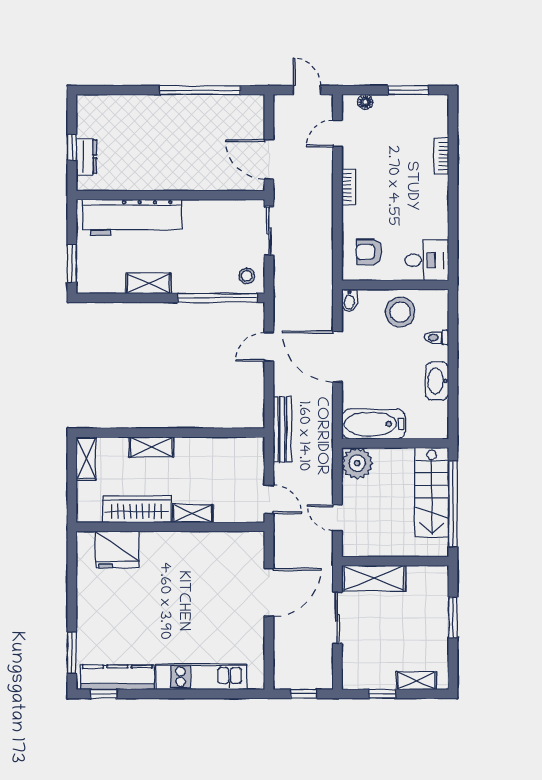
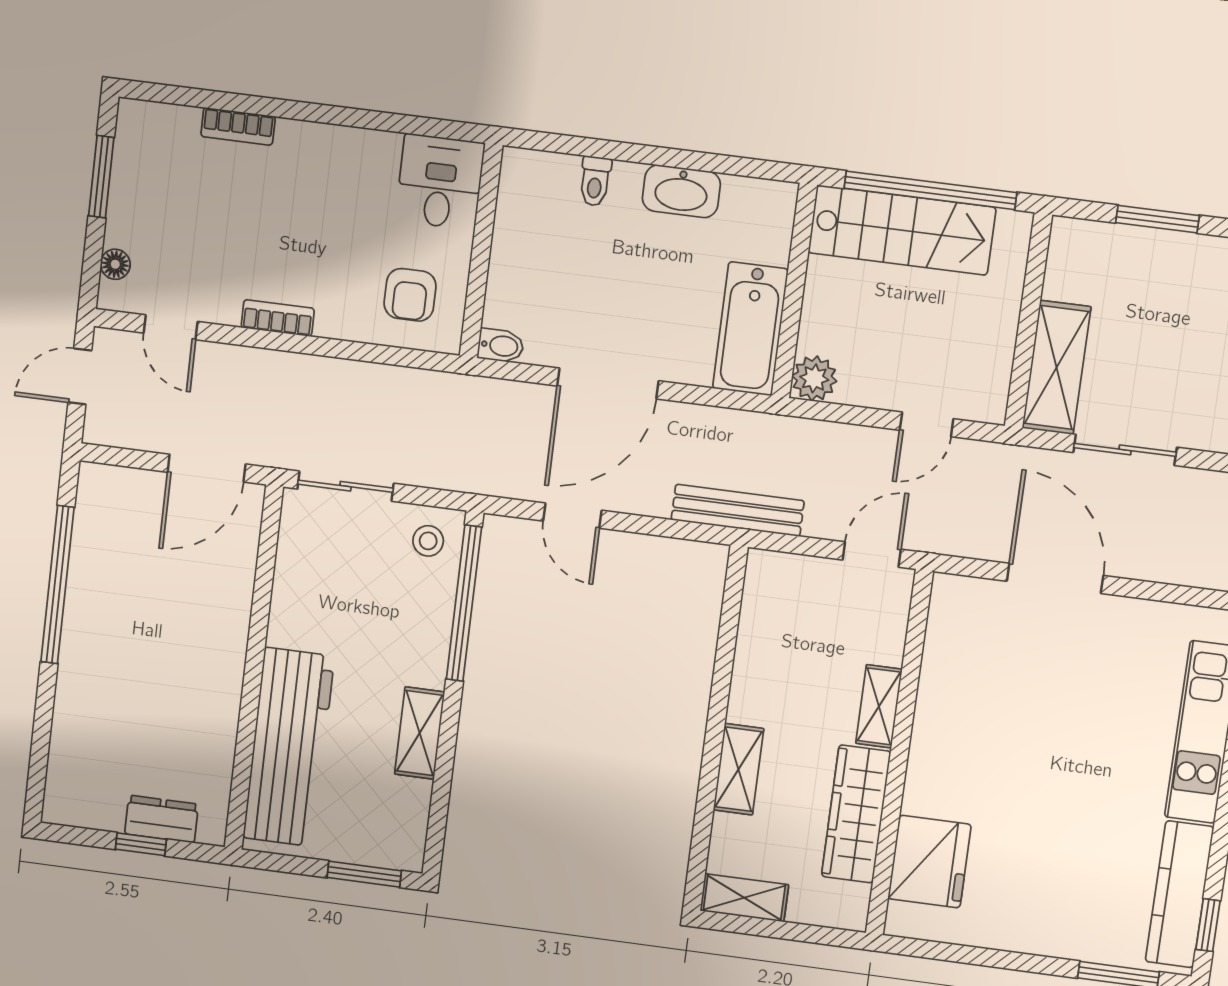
stool: (400, 312) -> (536, 248), removed
plant: (357, 463) -> (814, 378), width x0.73, depth x0.73

